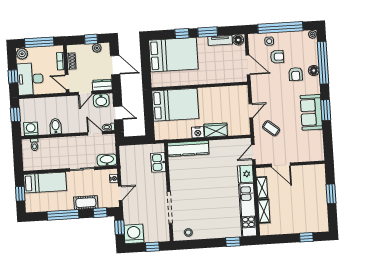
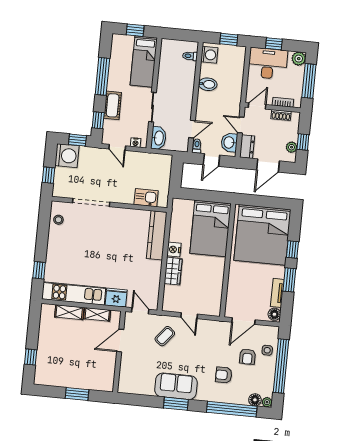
bed: (173, 55) -> (262, 235), width x1.36
floor lamp: (314, 70) -> (255, 400), moved

